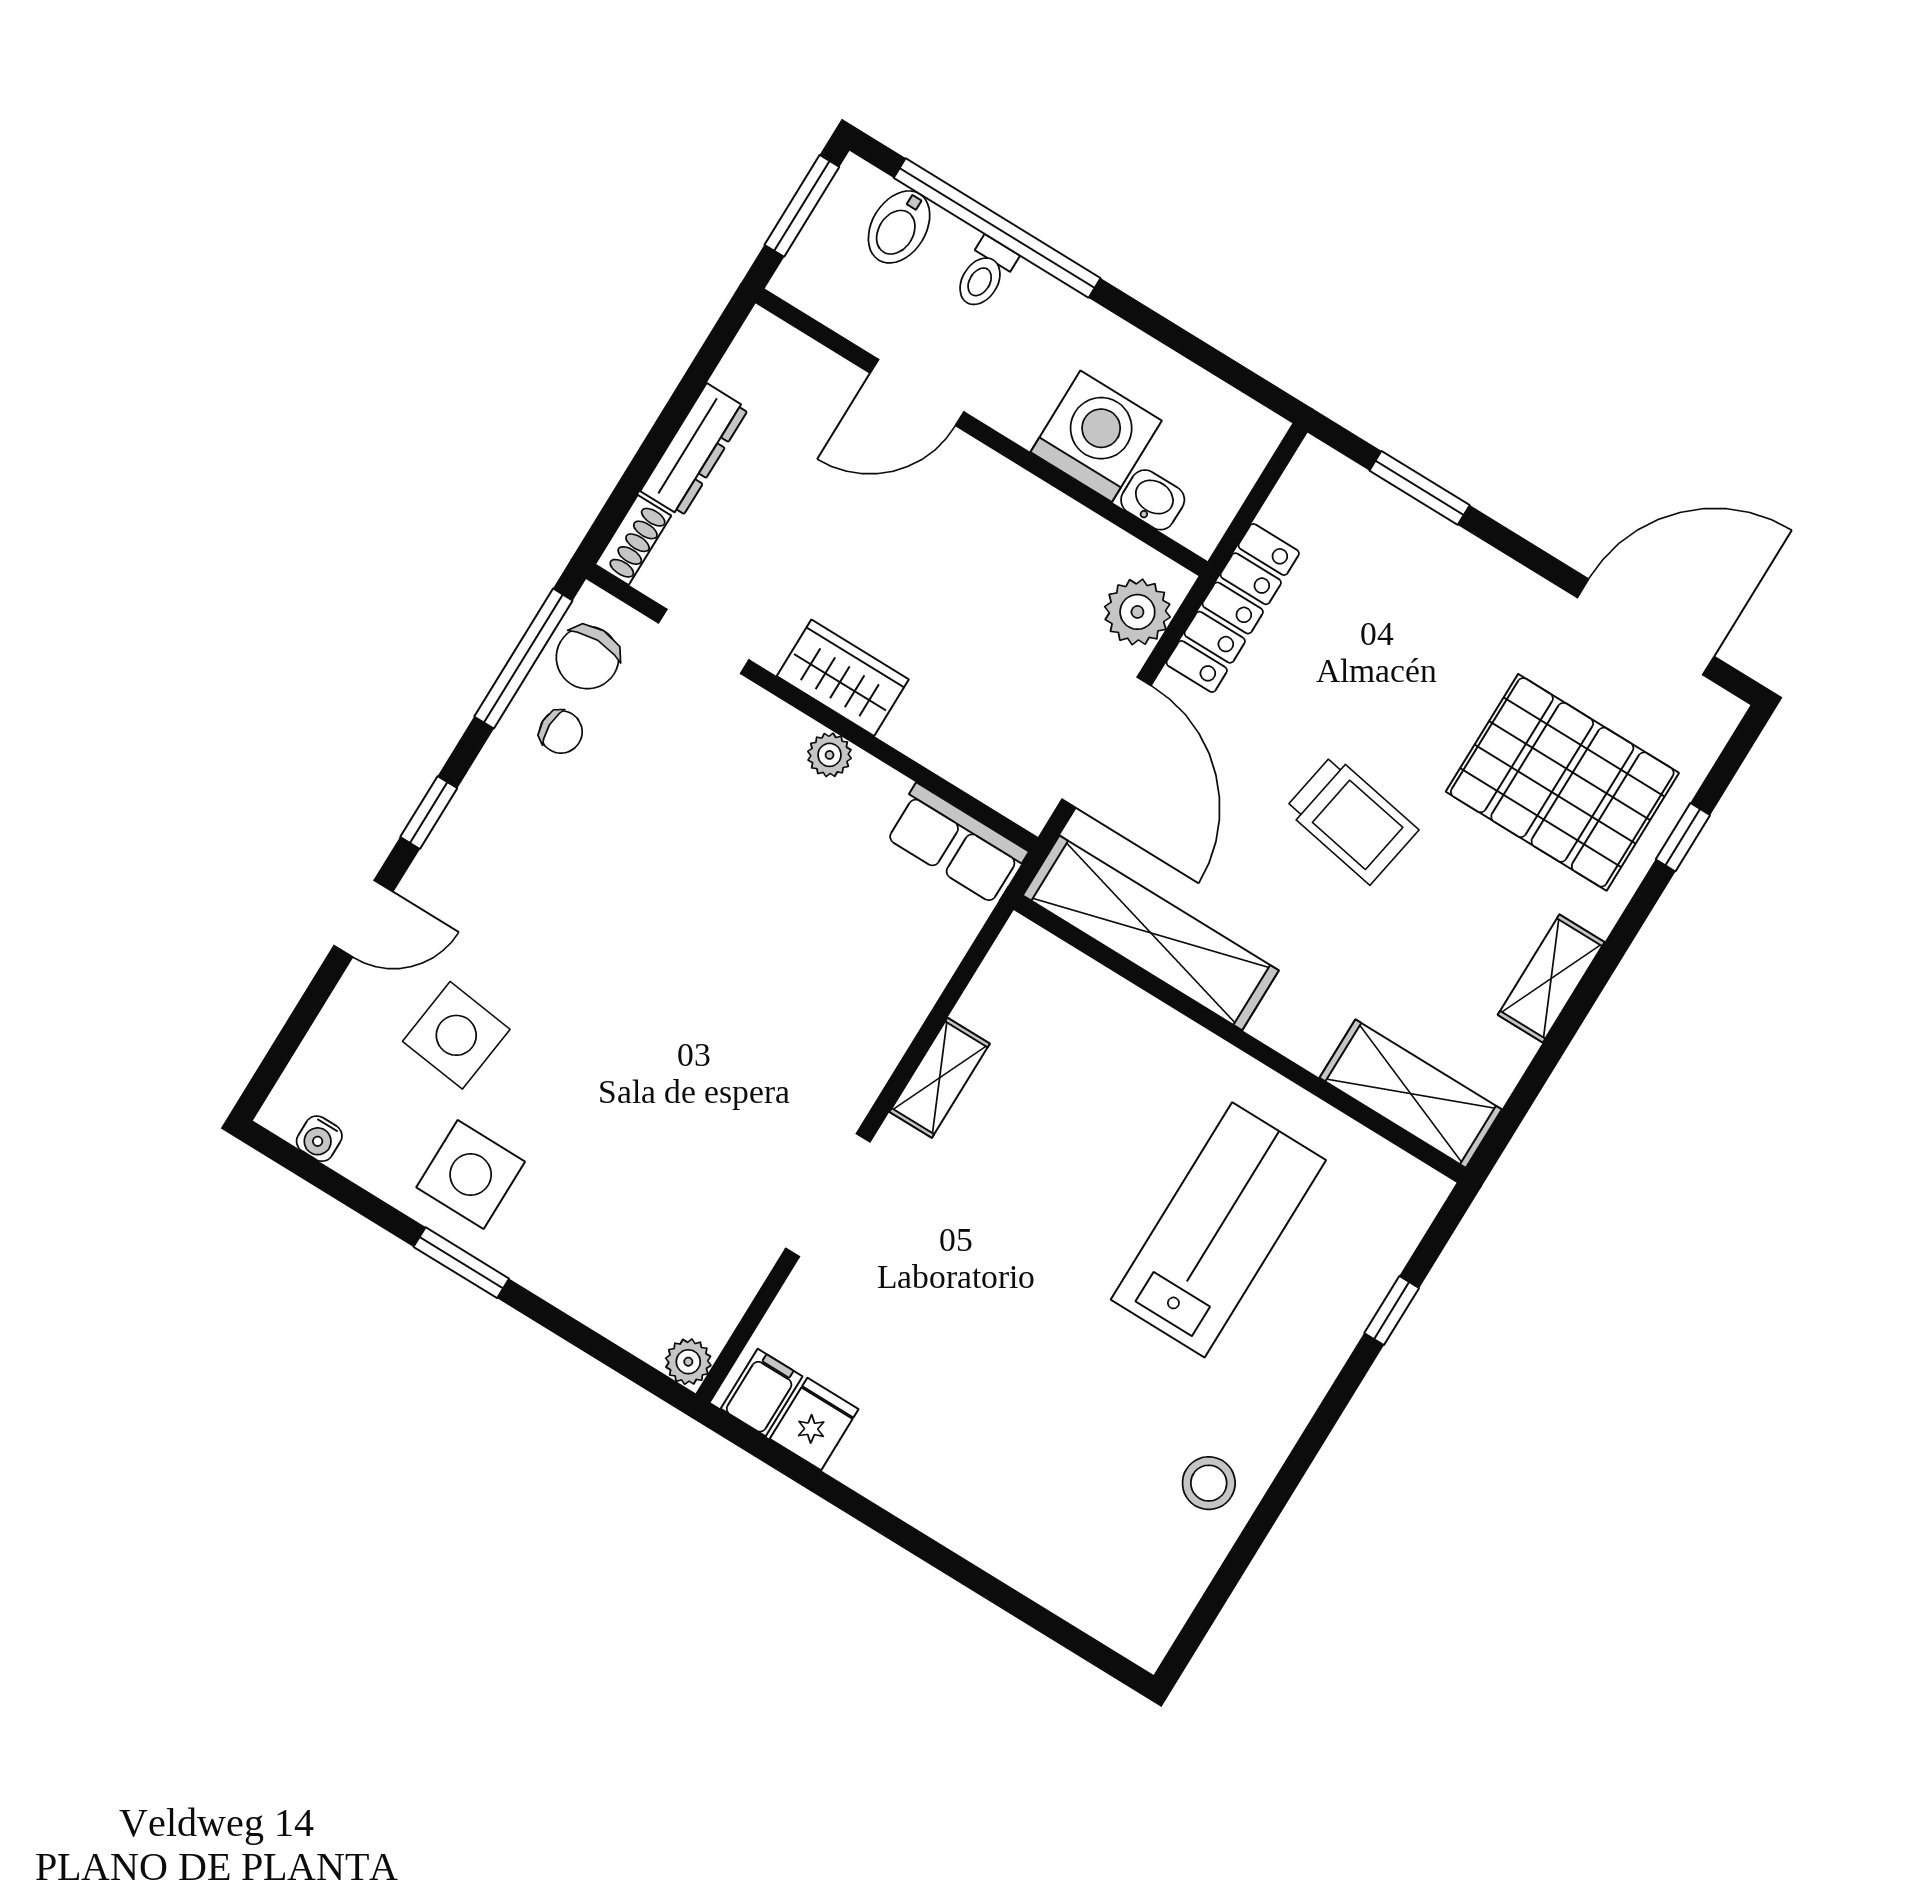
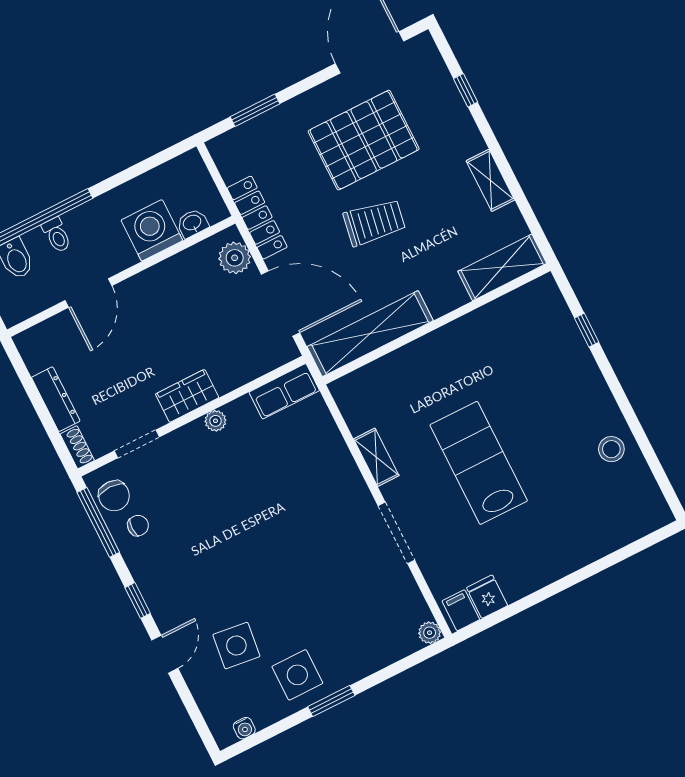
pallet: (1562, 782) -> (364, 140), moved
lab bench: (1218, 1230) -> (479, 463), moved

